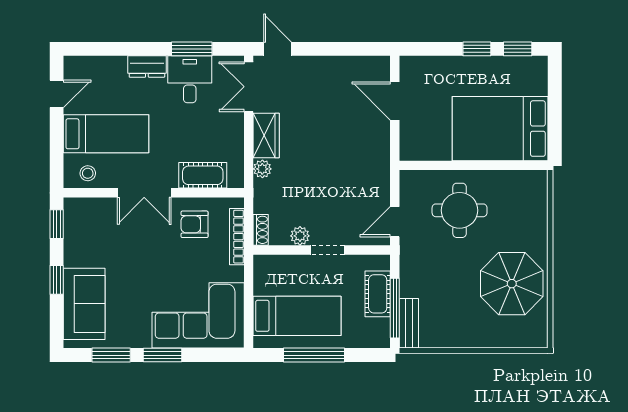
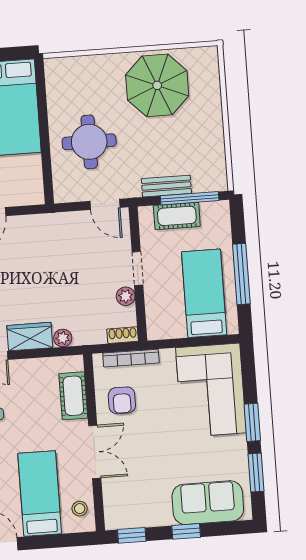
bench: (409, 323) -> (166, 186), moved

